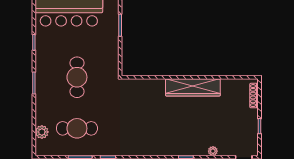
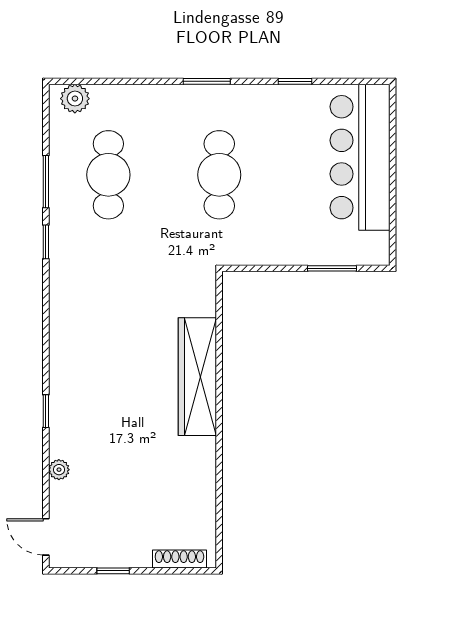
cafe table: (77, 77) -> (219, 175), turned 90
wardrobe: (193, 87) -> (197, 377), moved
plant: (42, 132) -> (75, 99), moved

